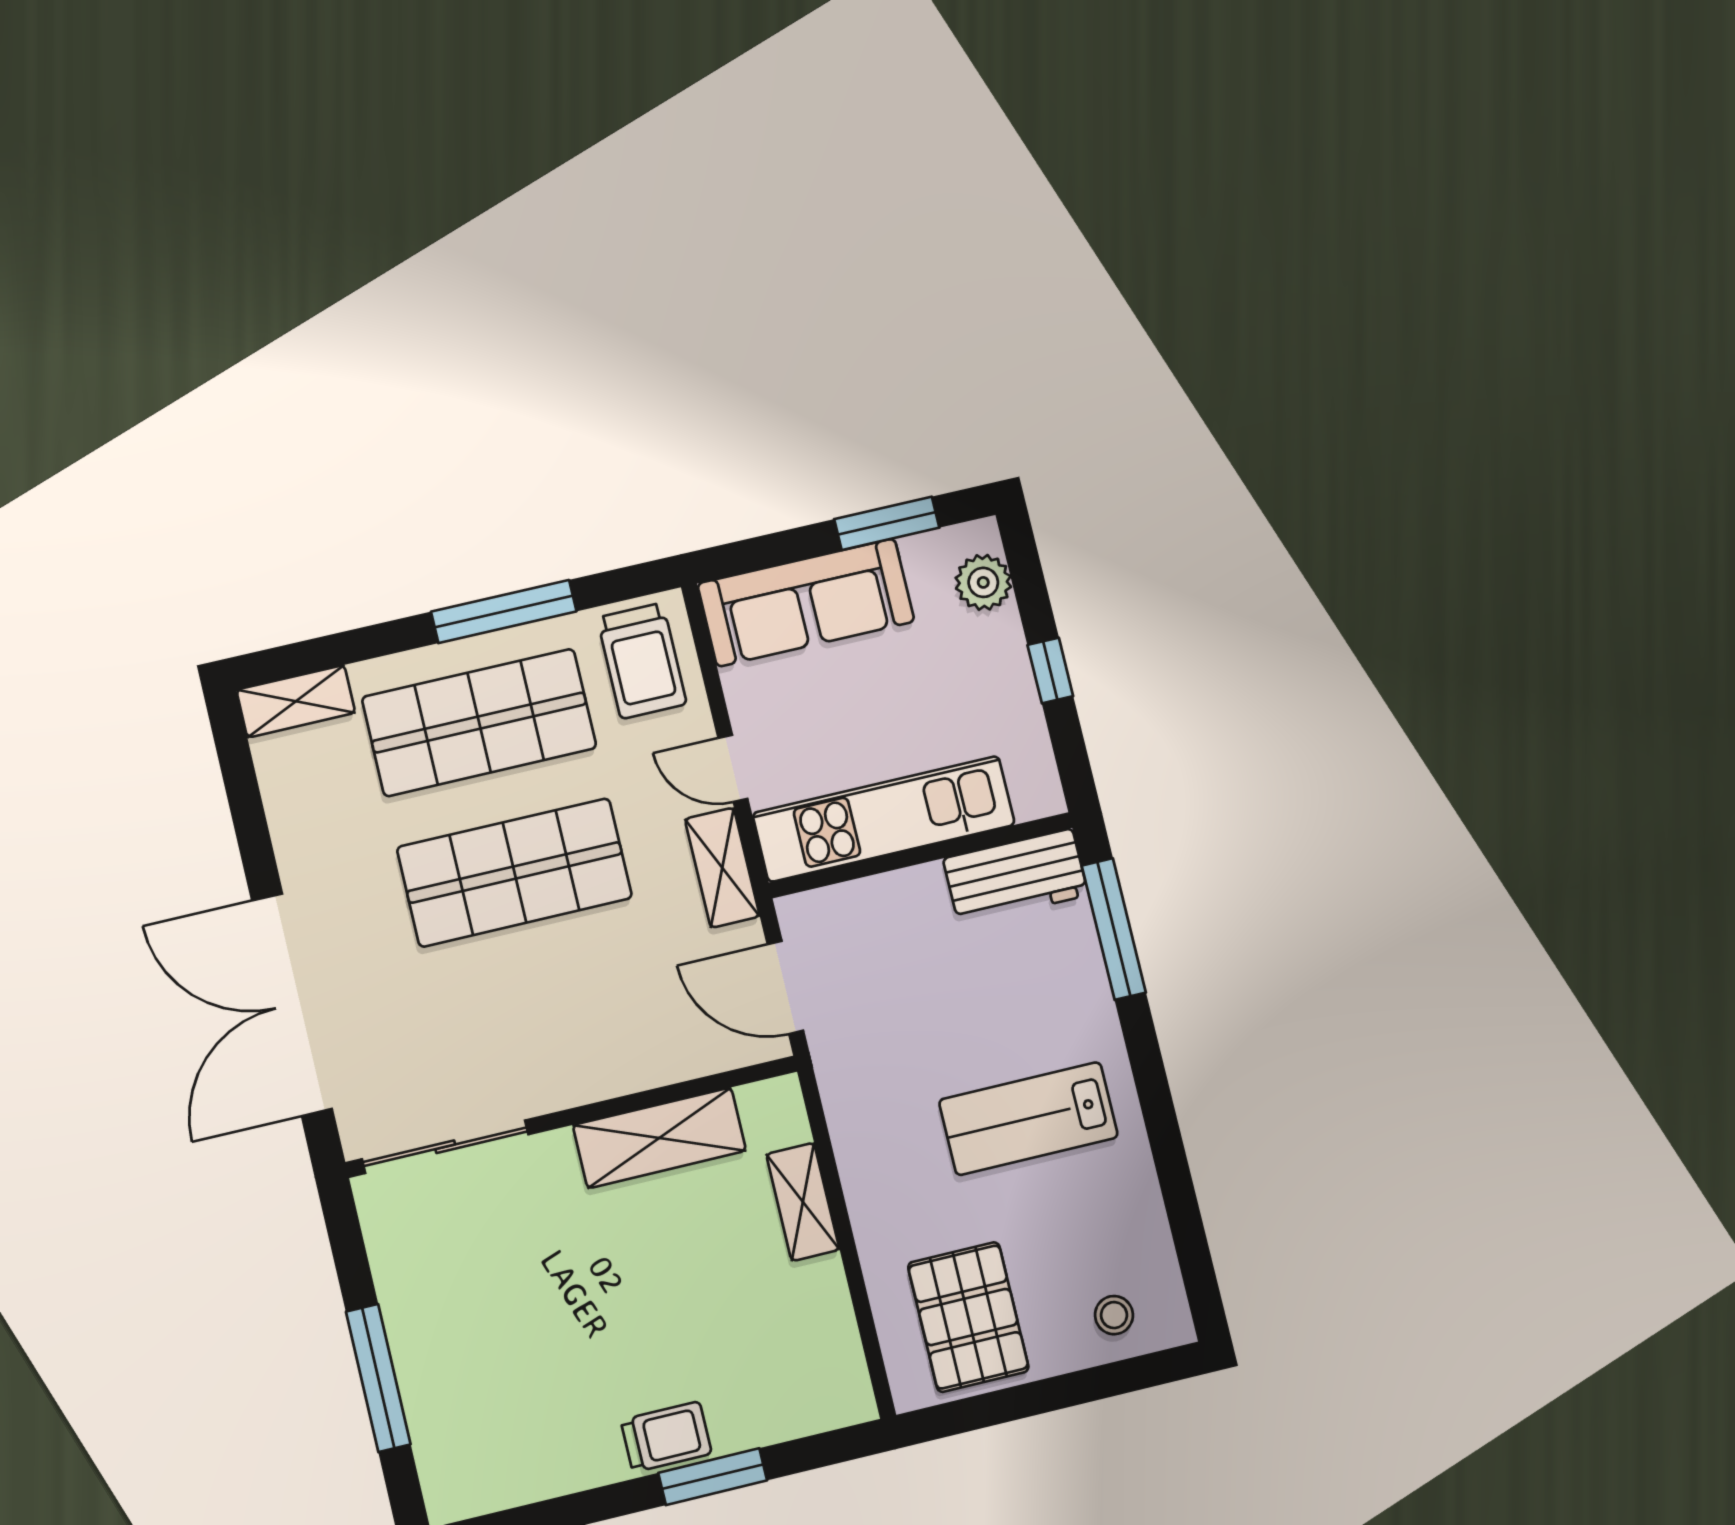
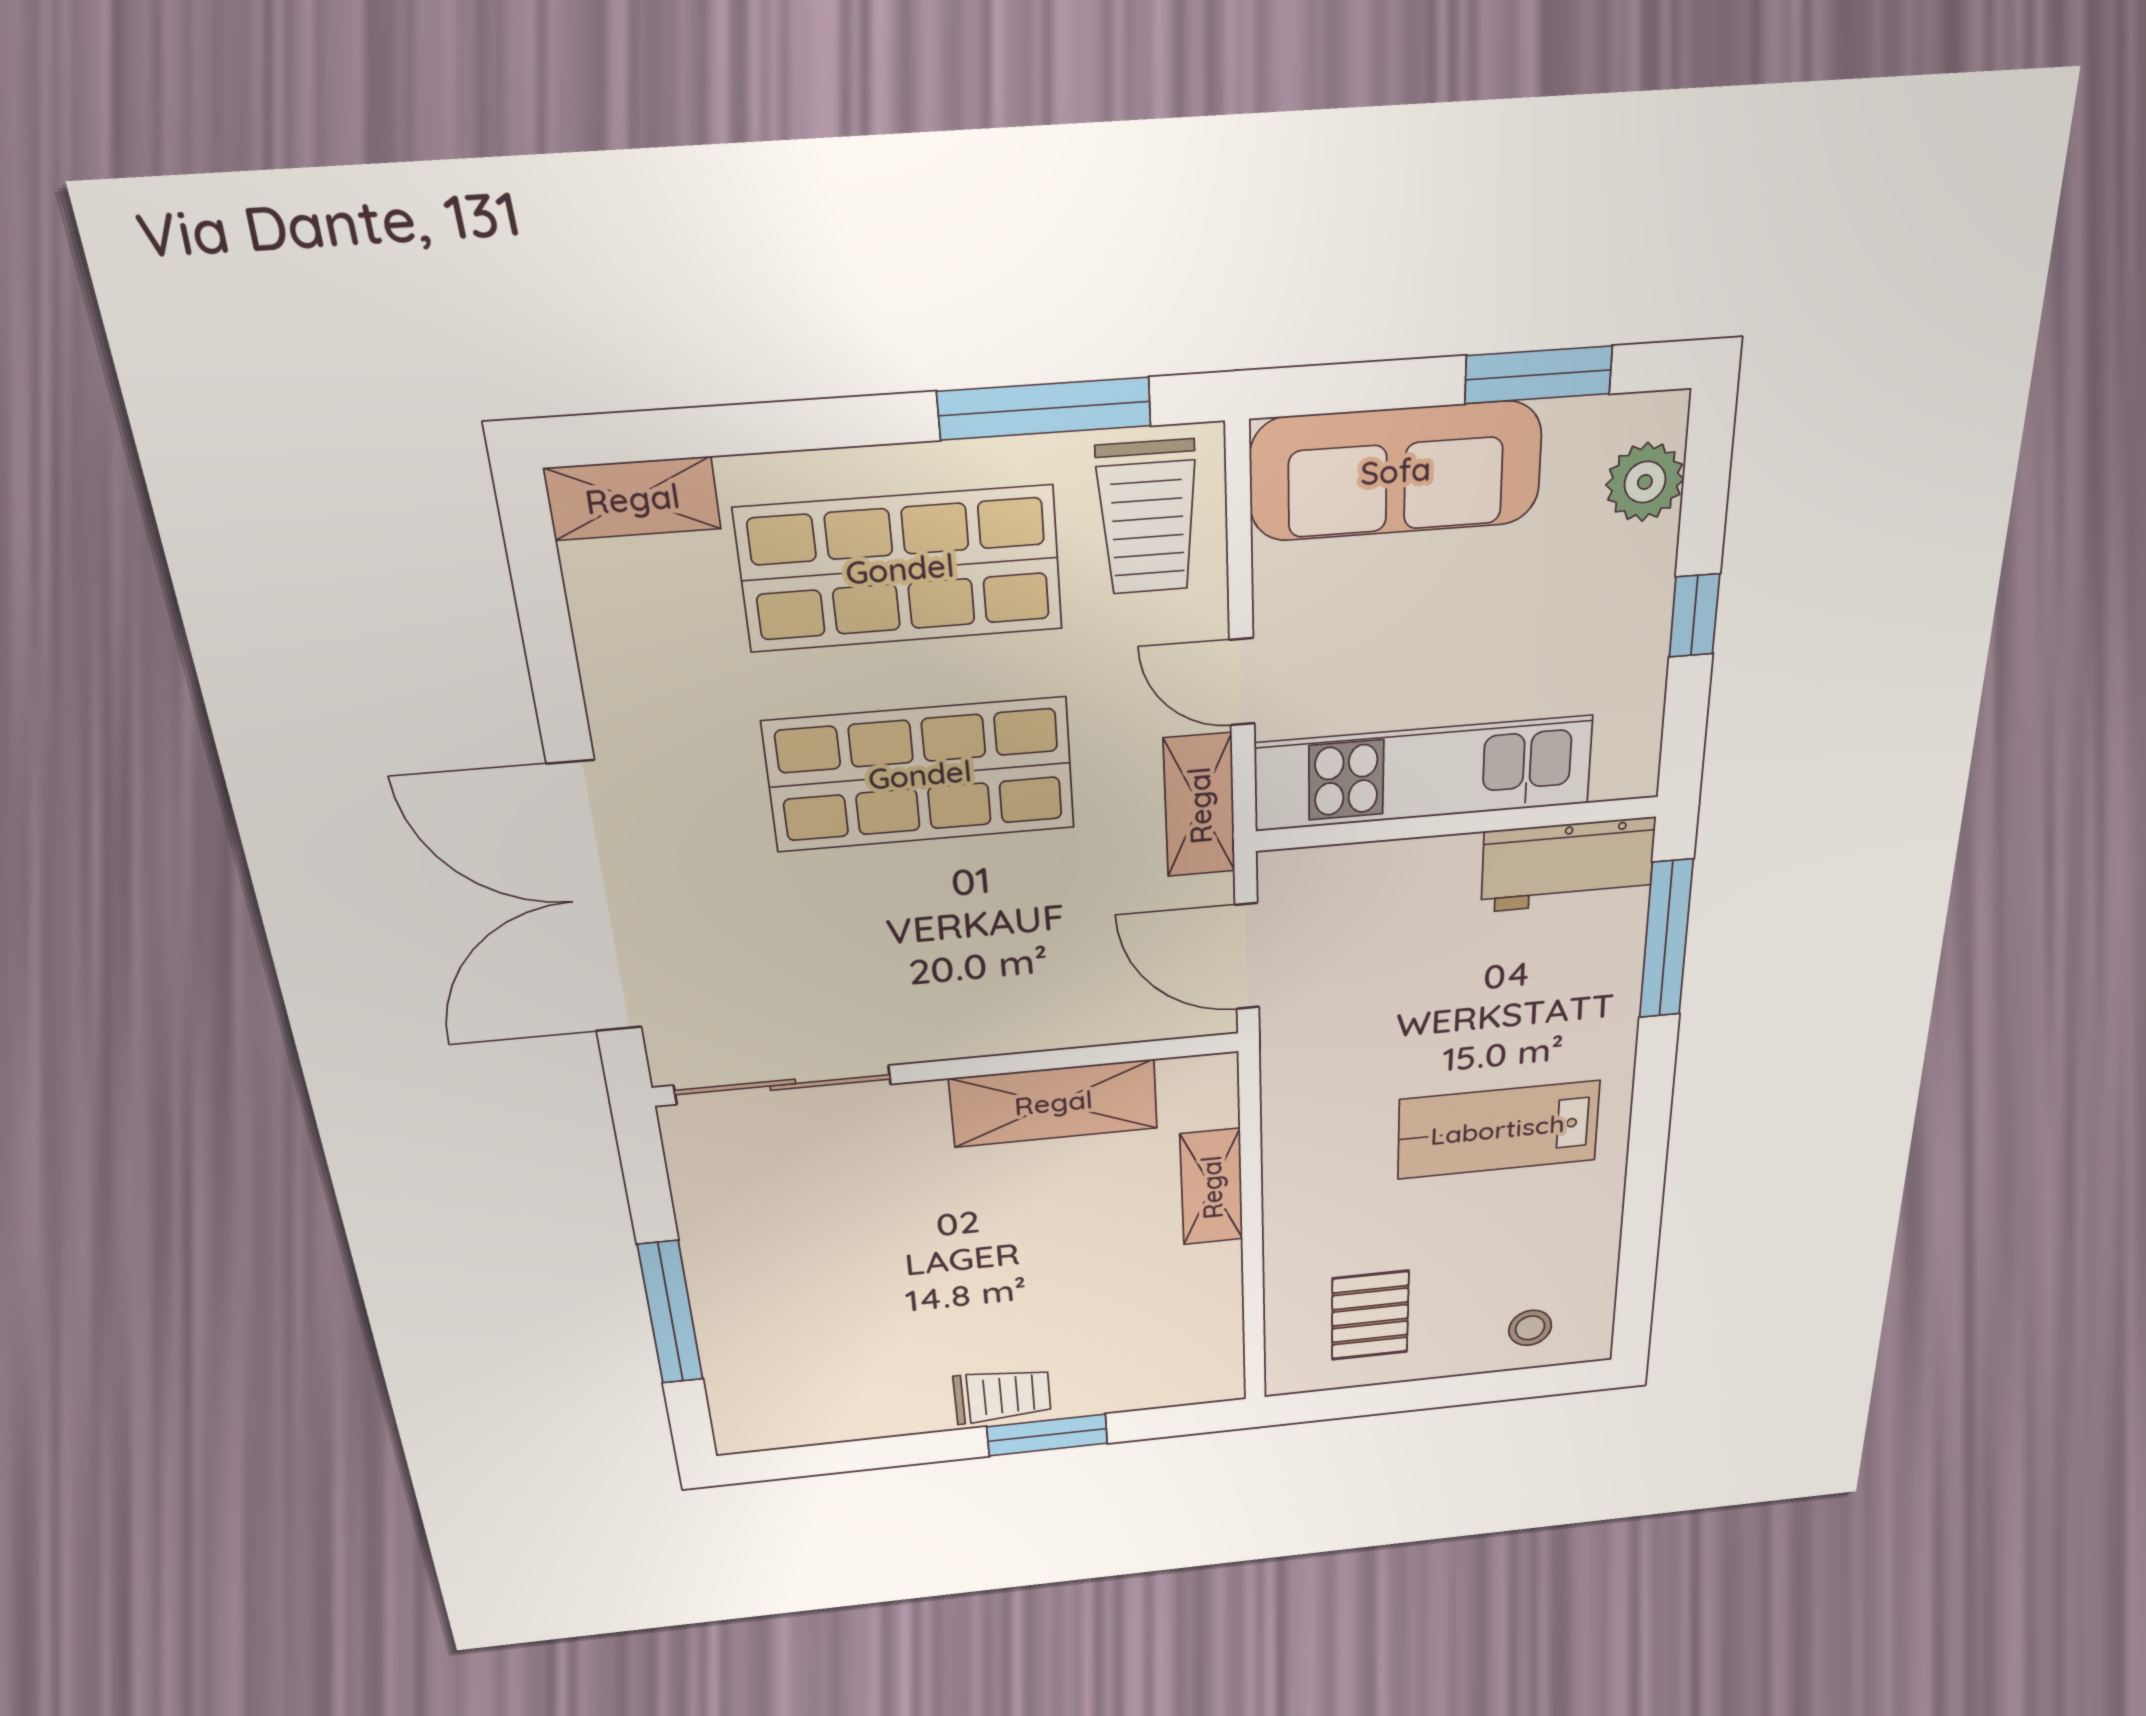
window: (504, 611) -> (1045, 409), moved
pallet: (968, 1317) -> (1370, 1315), width x0.67, depth x0.71

